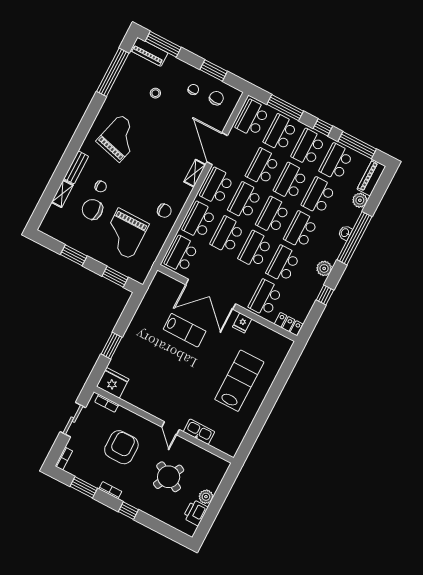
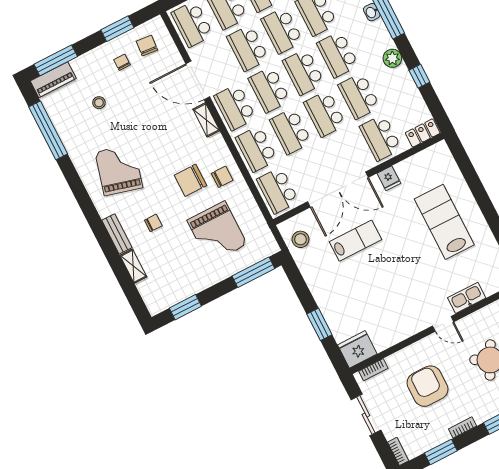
chair: (92, 209) -> (190, 180), moved
window: (74, 255) -> (185, 307), moved
window: (115, 277) -> (253, 272), width x1.44
stool: (159, 293) -> (300, 239), added

